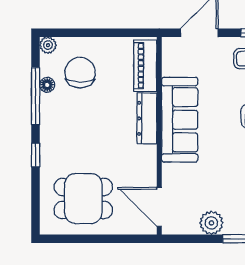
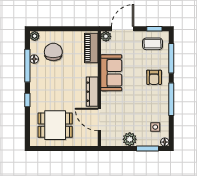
plant: (171, 46) -> (106, 36), added
dresser: (147, 118) -> (92, 92), moved
sofa: (180, 120) -> (111, 73), width x0.73
door: (159, 207) -> (99, 119), moved

